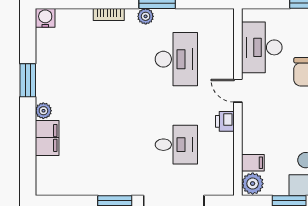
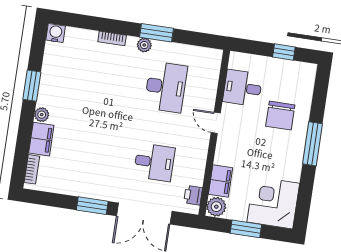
desk: (262, 47) -> (243, 88), width x0.73
printer: (225, 121) -> (193, 195), moved
filing cabinet: (253, 163) -> (221, 181), width x2.00
bookcase: (42, 173) -> (32, 169), added

